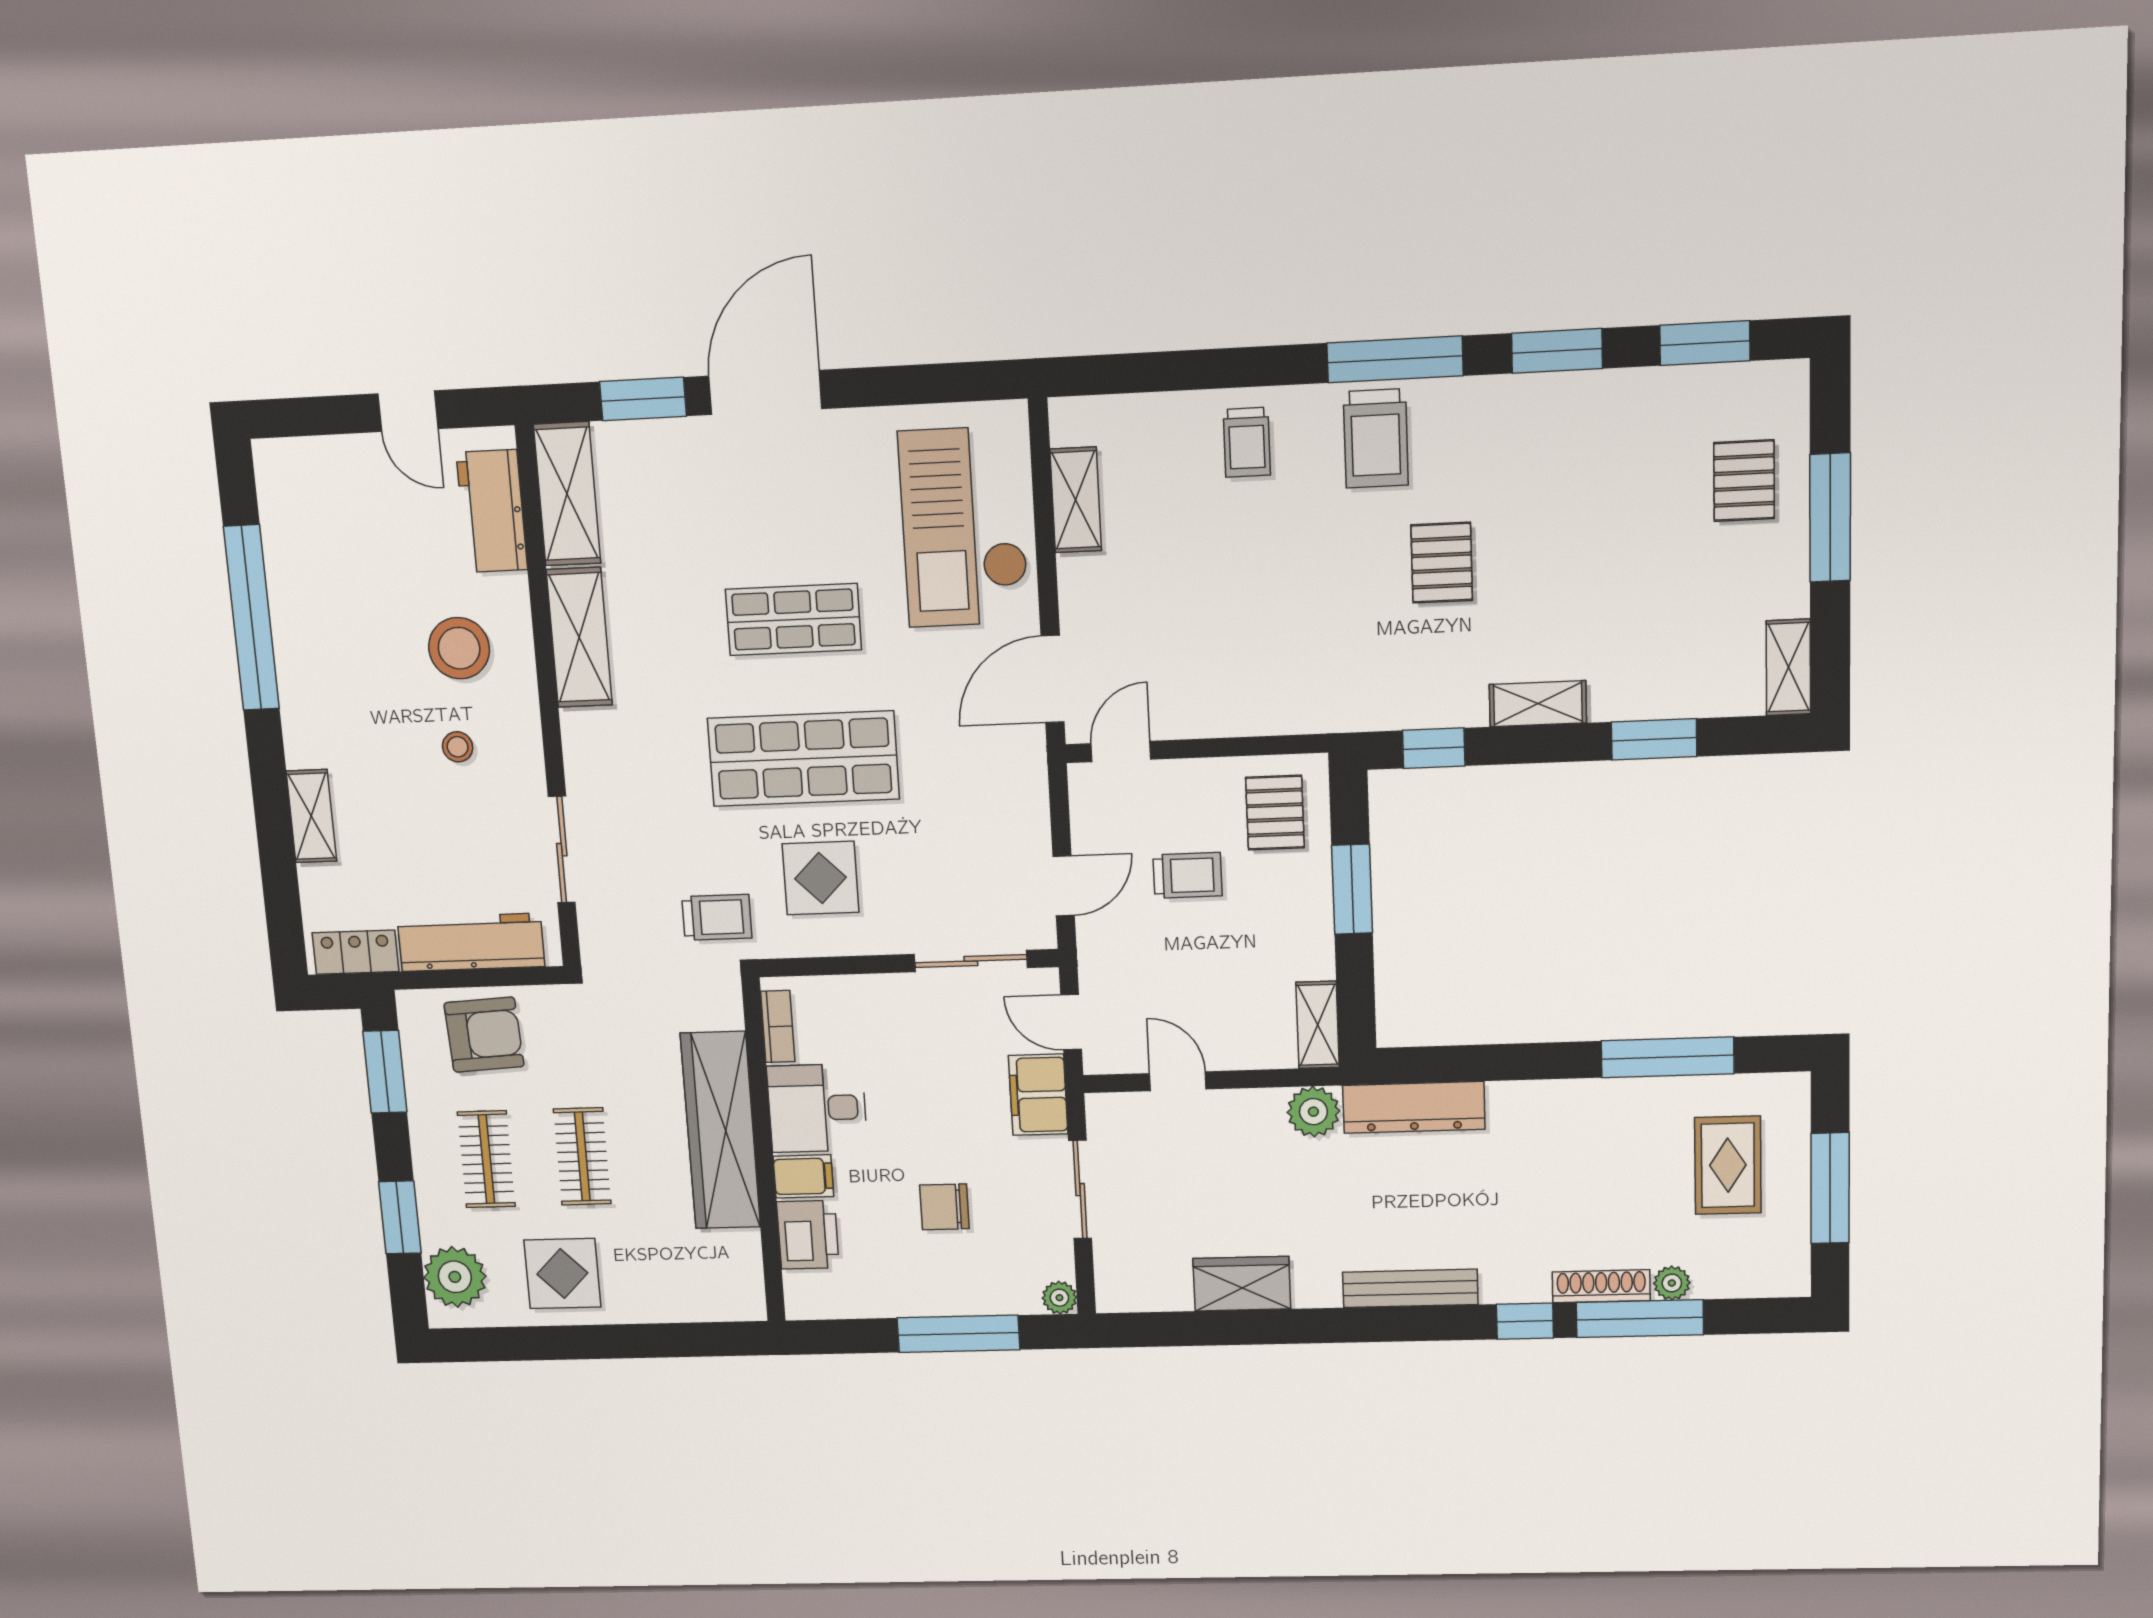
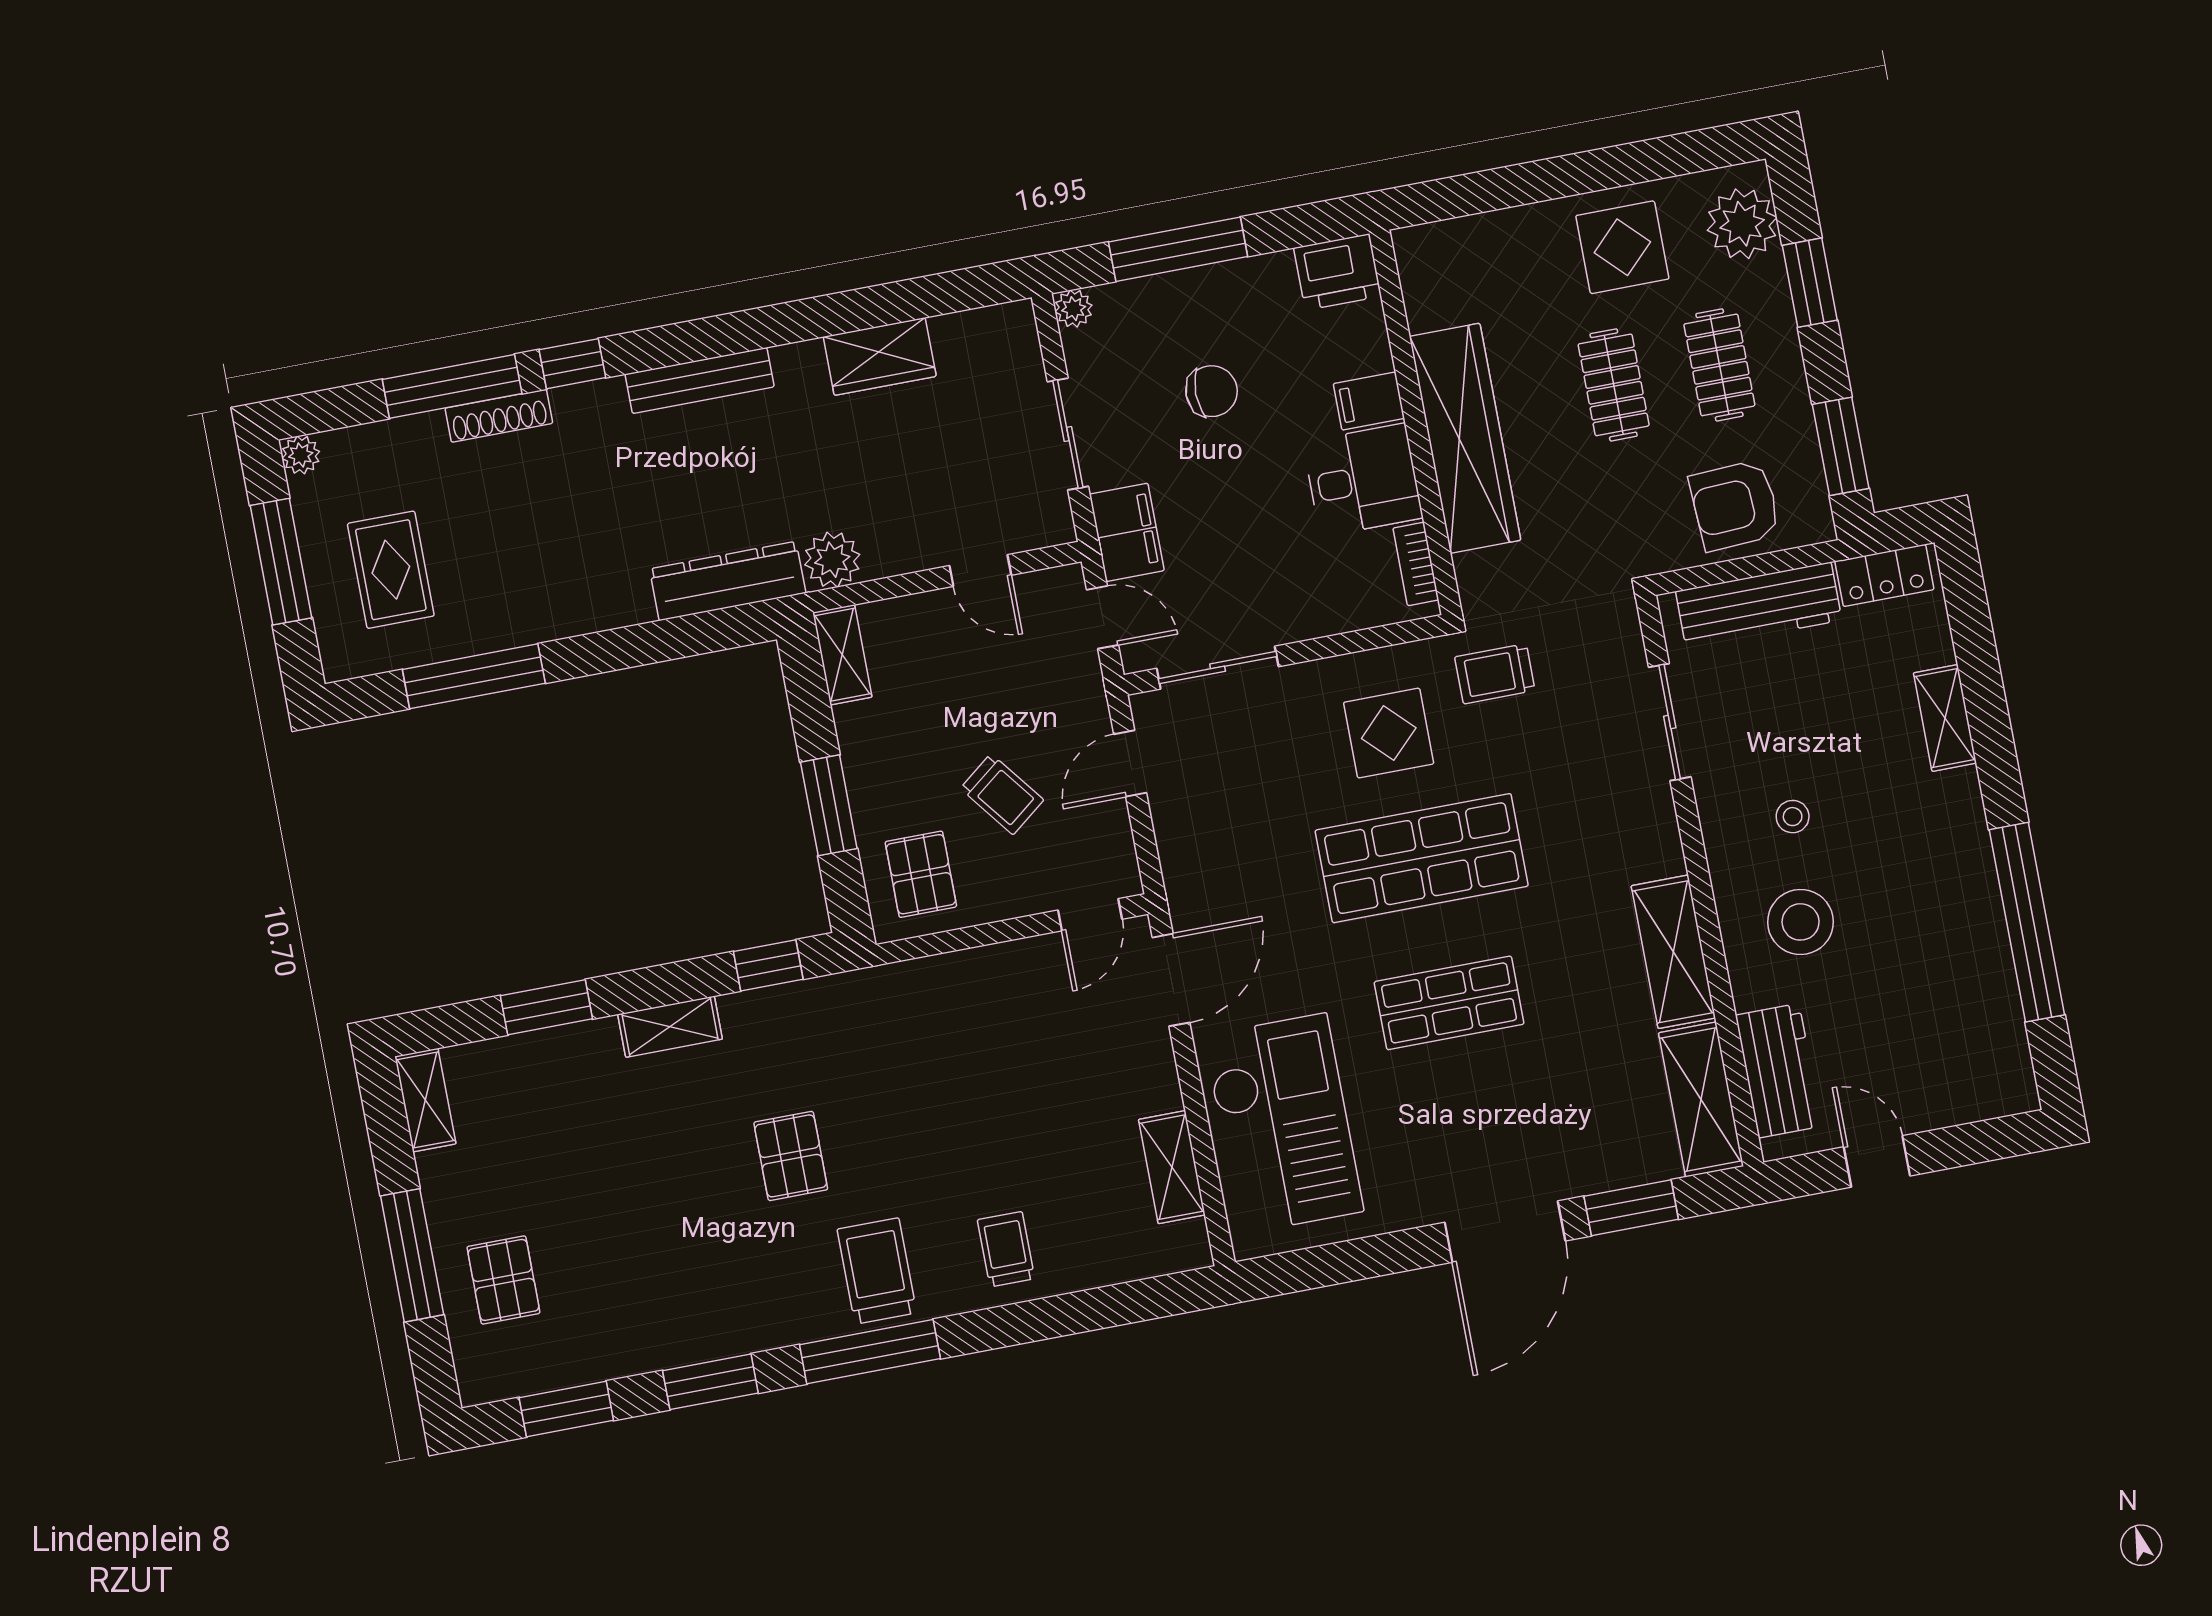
trolley: (1188, 875) -> (1002, 794), turned -128
printer: (808, 1235) -> (1337, 272), moved, turned -90
plant: (1672, 1283) -> (301, 455), moved

